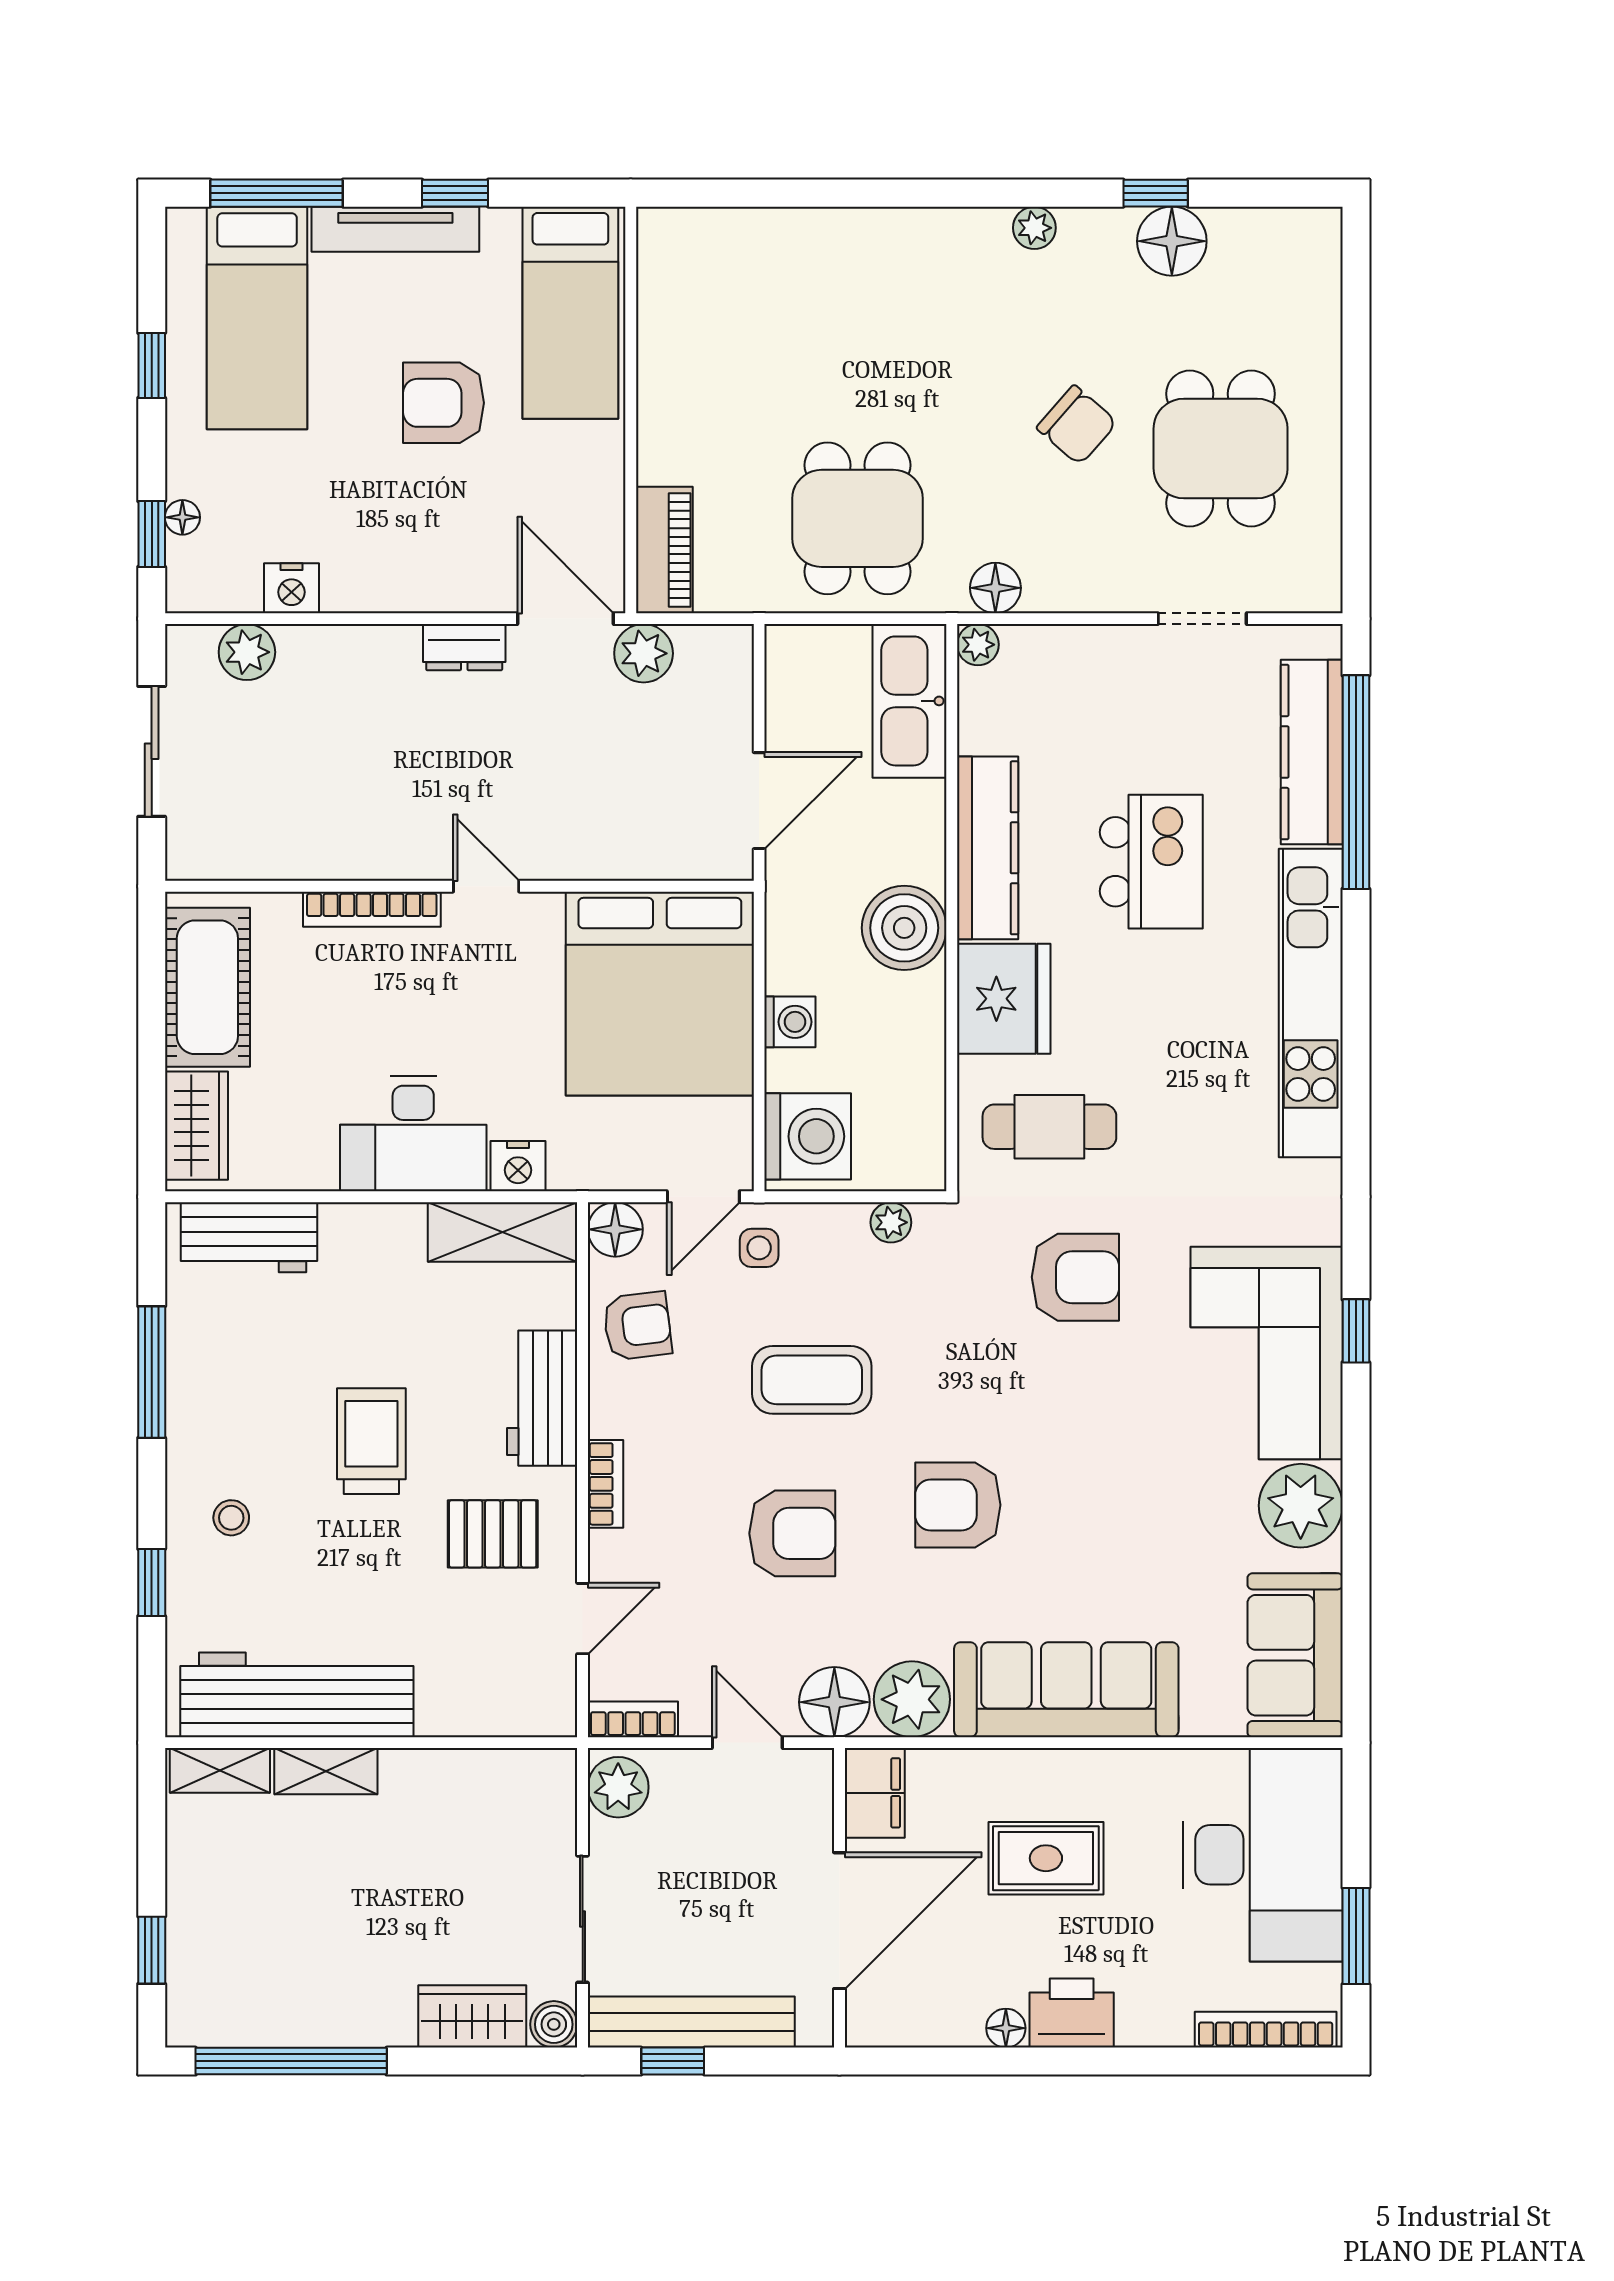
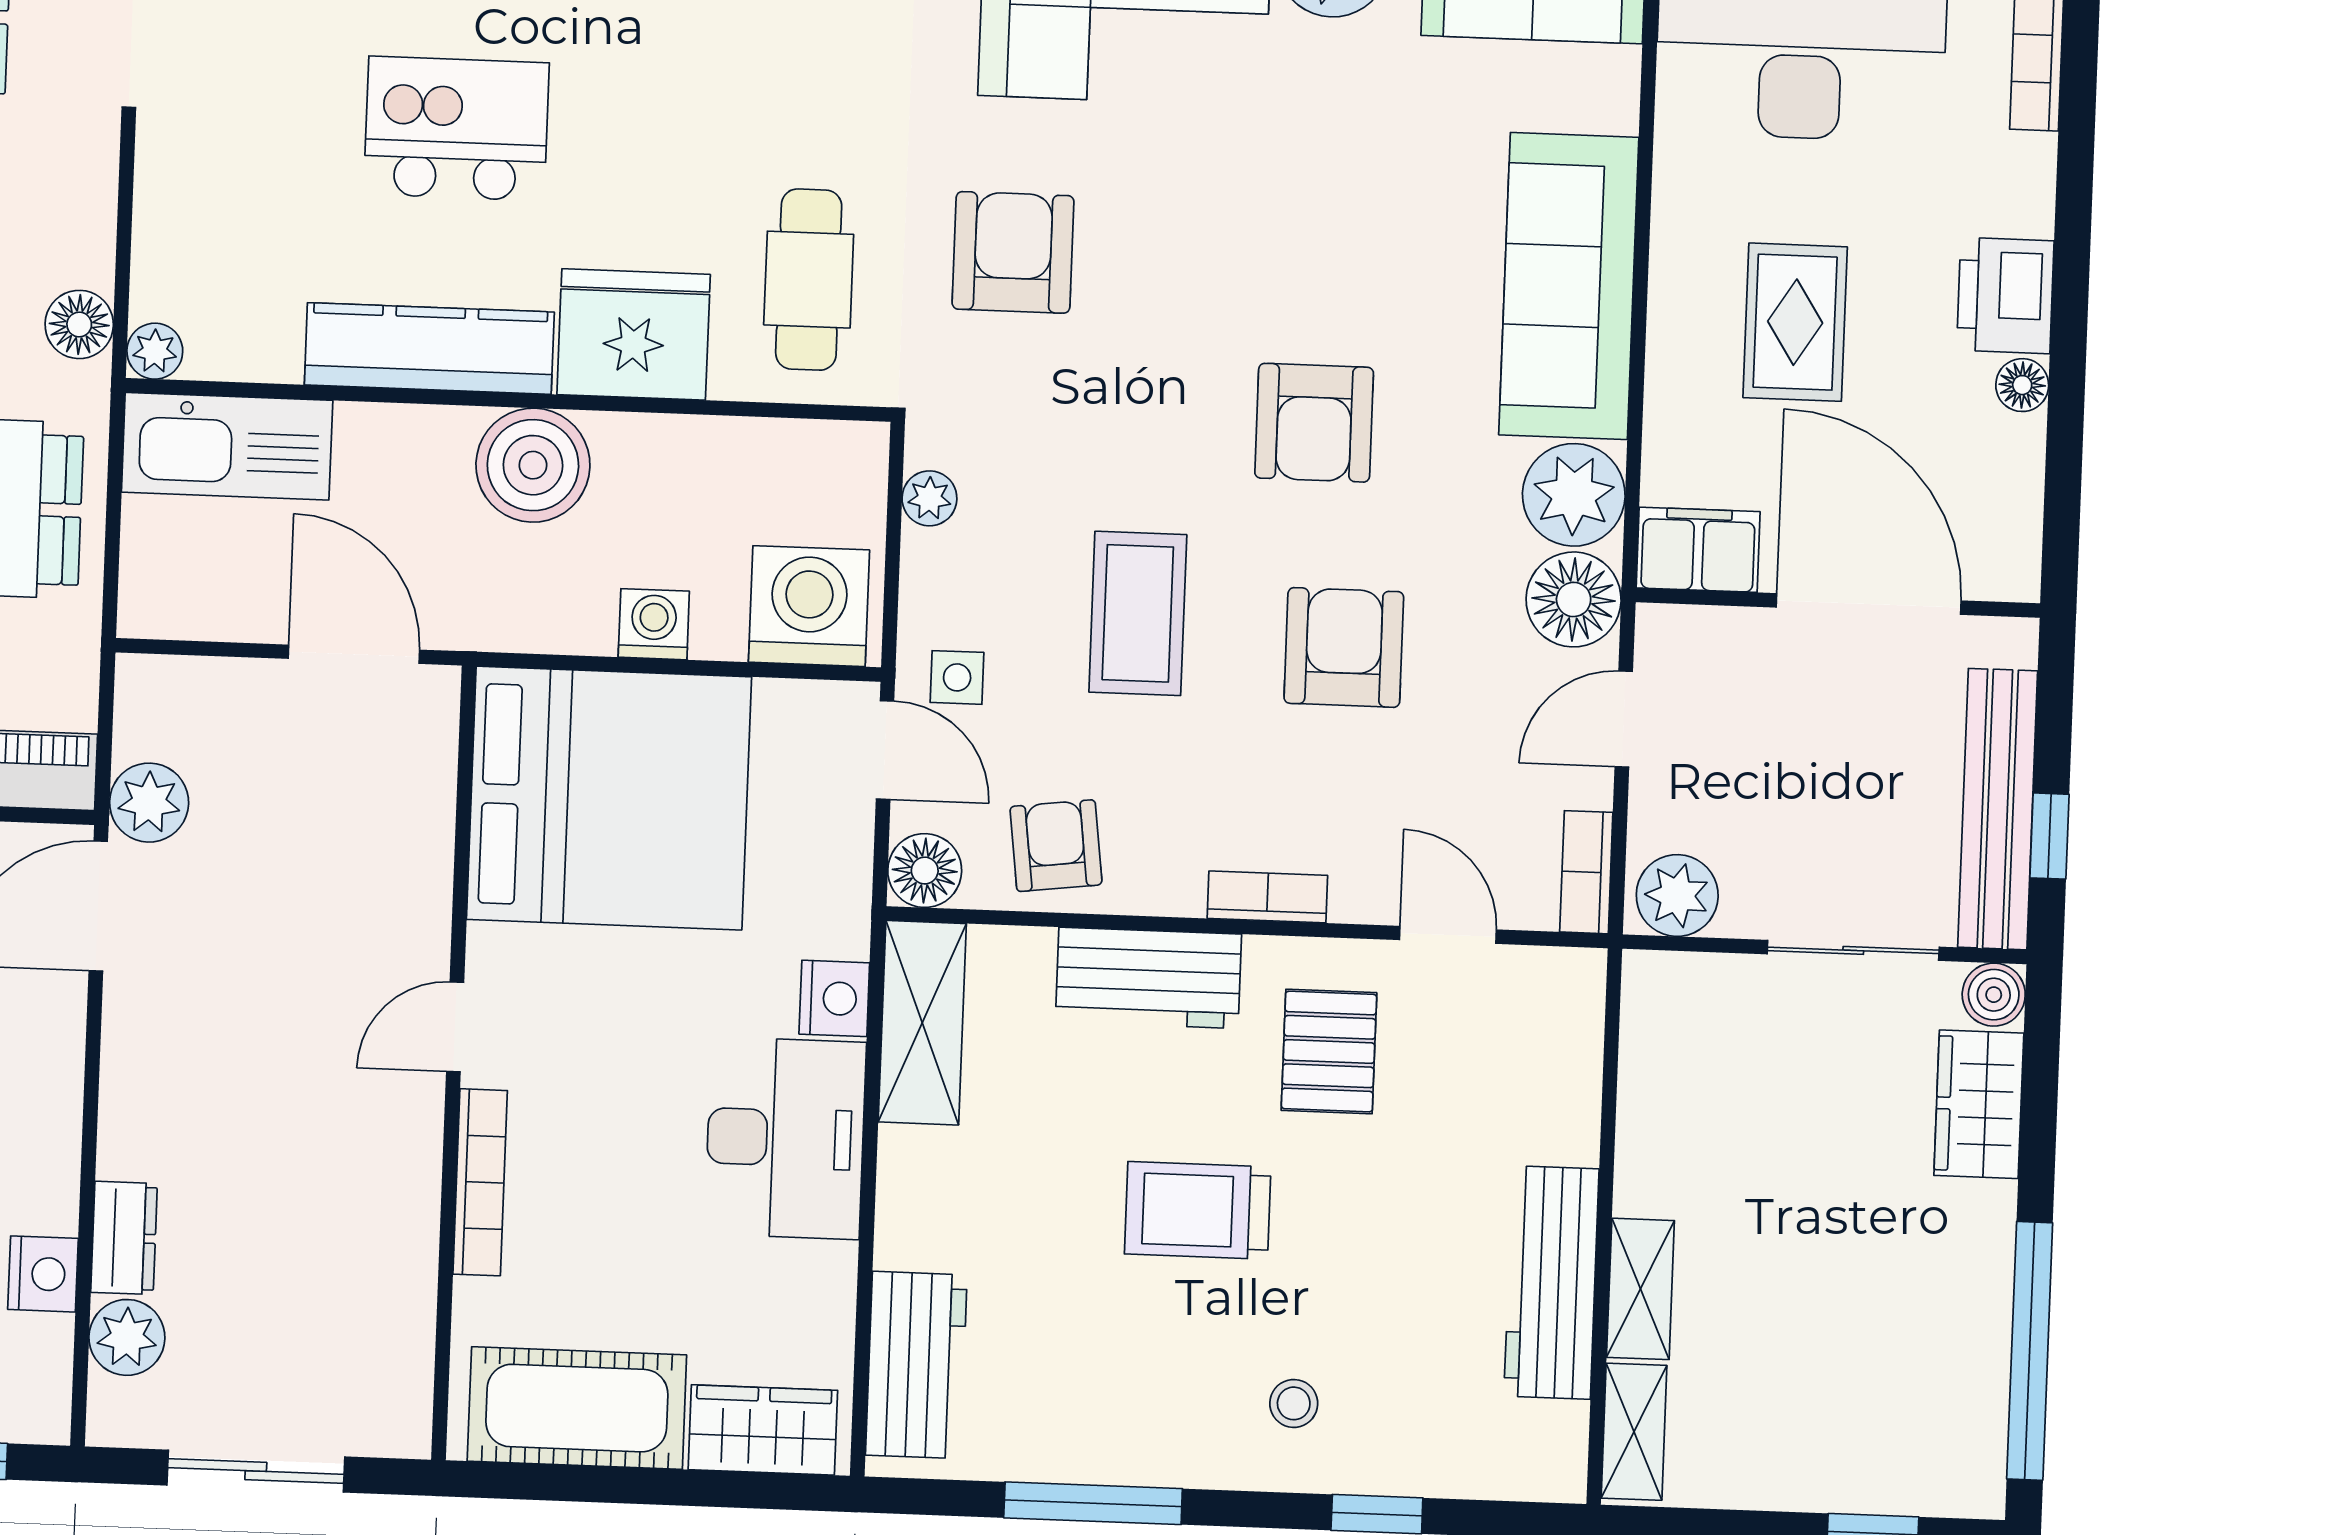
dresser: (464, 647) -> (124, 1238), moved
workbench: (297, 1695) -> (1552, 1283), width x0.73, depth x0.76

